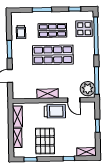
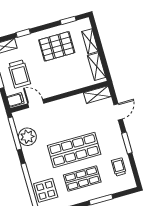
plant: (88, 89) -> (27, 137), moved
shelving: (48, 94) -> (97, 95), moved
filing cabinet: (89, 107) -> (15, 100), added
trolley: (55, 111) -> (19, 74), moved, turned -90
pallet: (45, 141) -> (57, 46), turned 90

